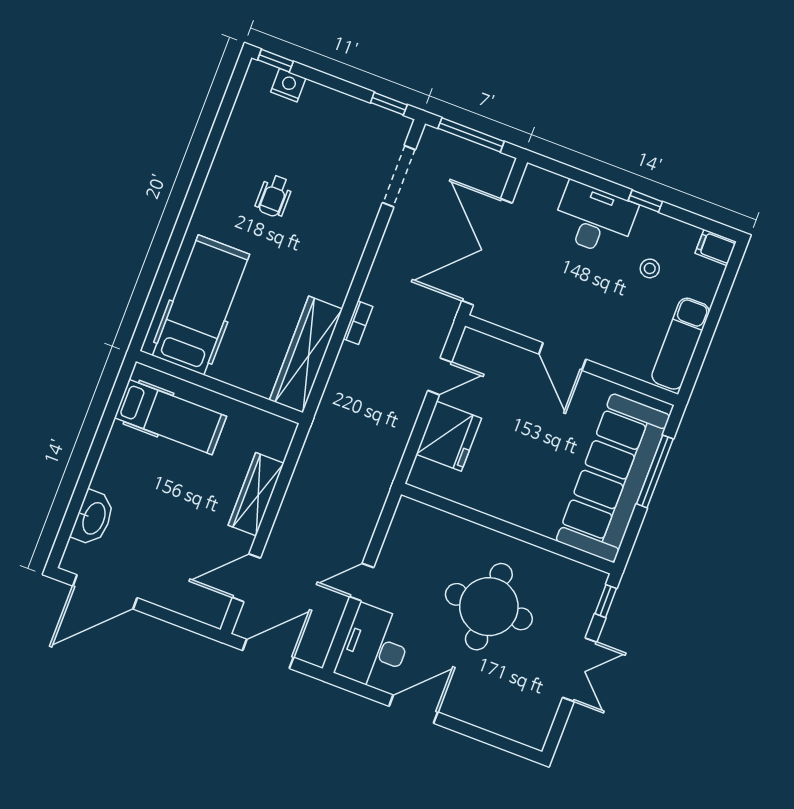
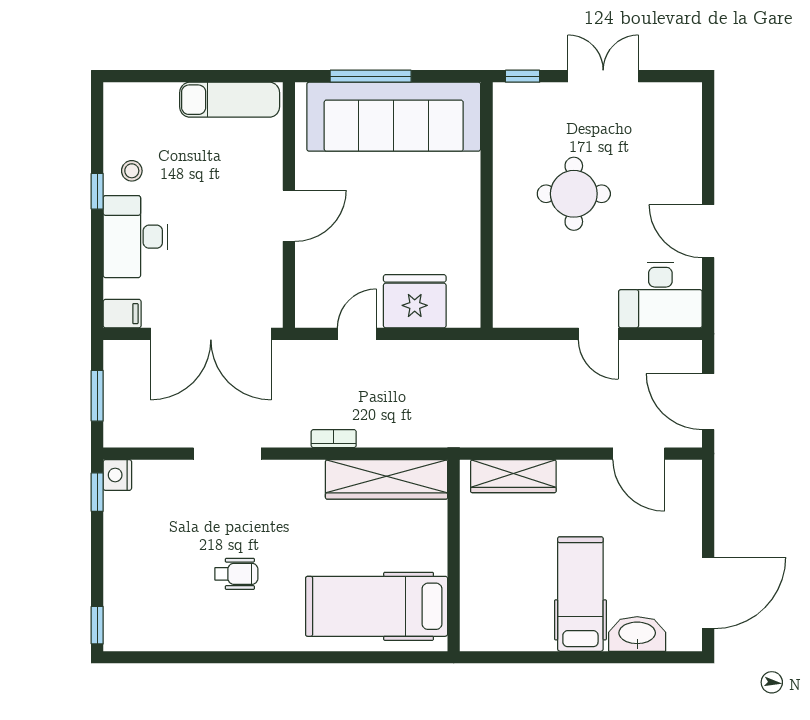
nightstand: (288, 85) -> (117, 475), moved
window: (471, 135) -> (97, 396), width x0.69
doorway: (399, 176) -> (227, 454), moved
filing cabinet: (716, 248) -> (122, 314), moved, turned -90
stool: (650, 268) -> (132, 171), moved
door: (440, 376) -> (357, 334), hinge flipped
hospital bed: (170, 417) -> (580, 594), moved
wardrobe: (256, 494) -> (513, 476), moved
door: (105, 592) -> (708, 593), hinge flipped
round table: (489, 607) -> (574, 194), width x0.73, depth x0.73

